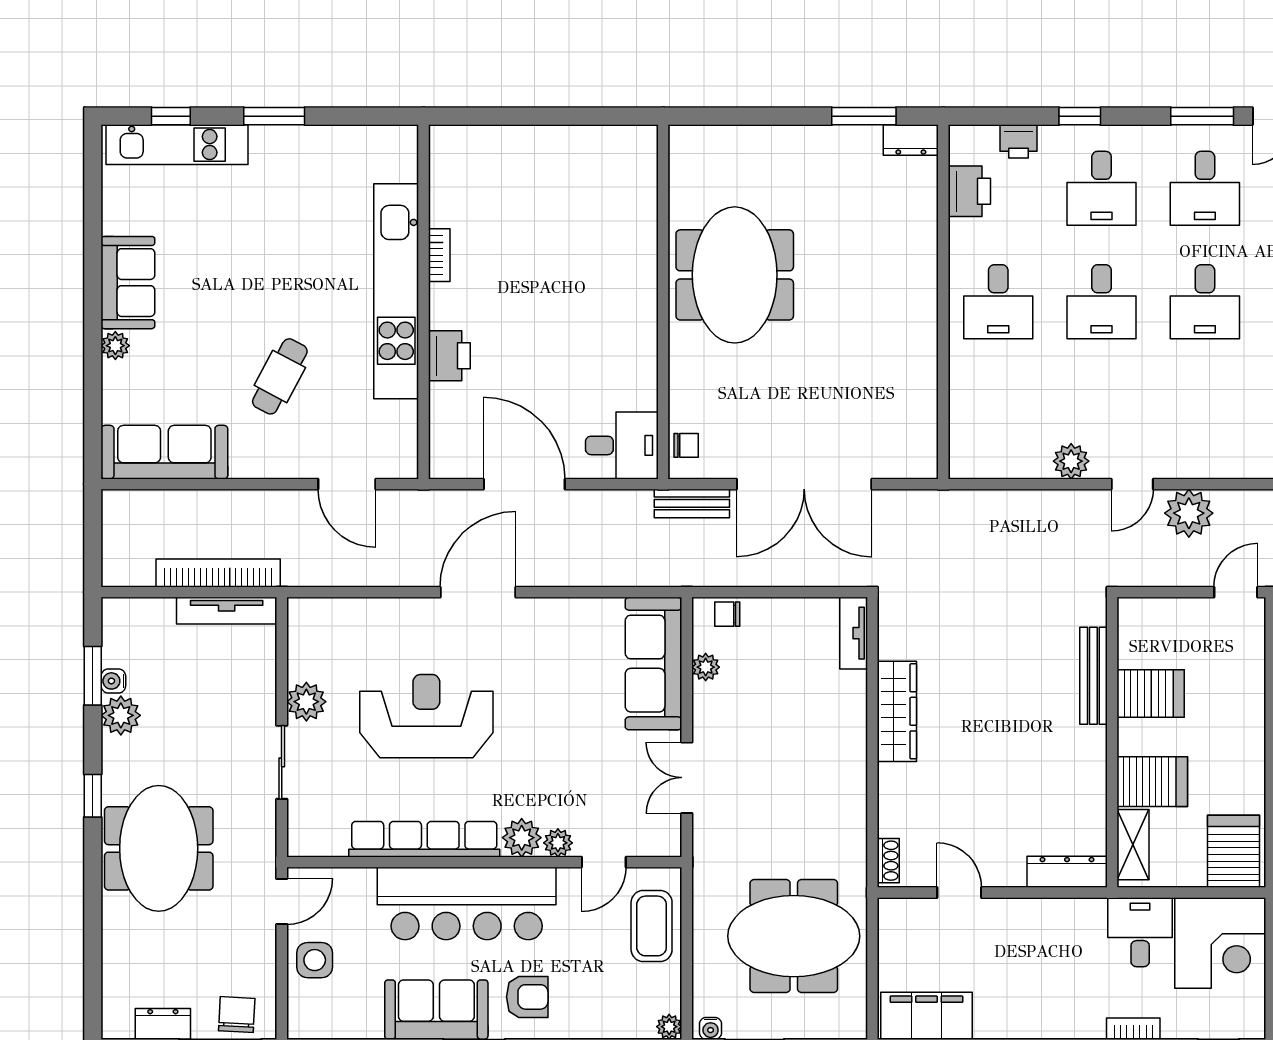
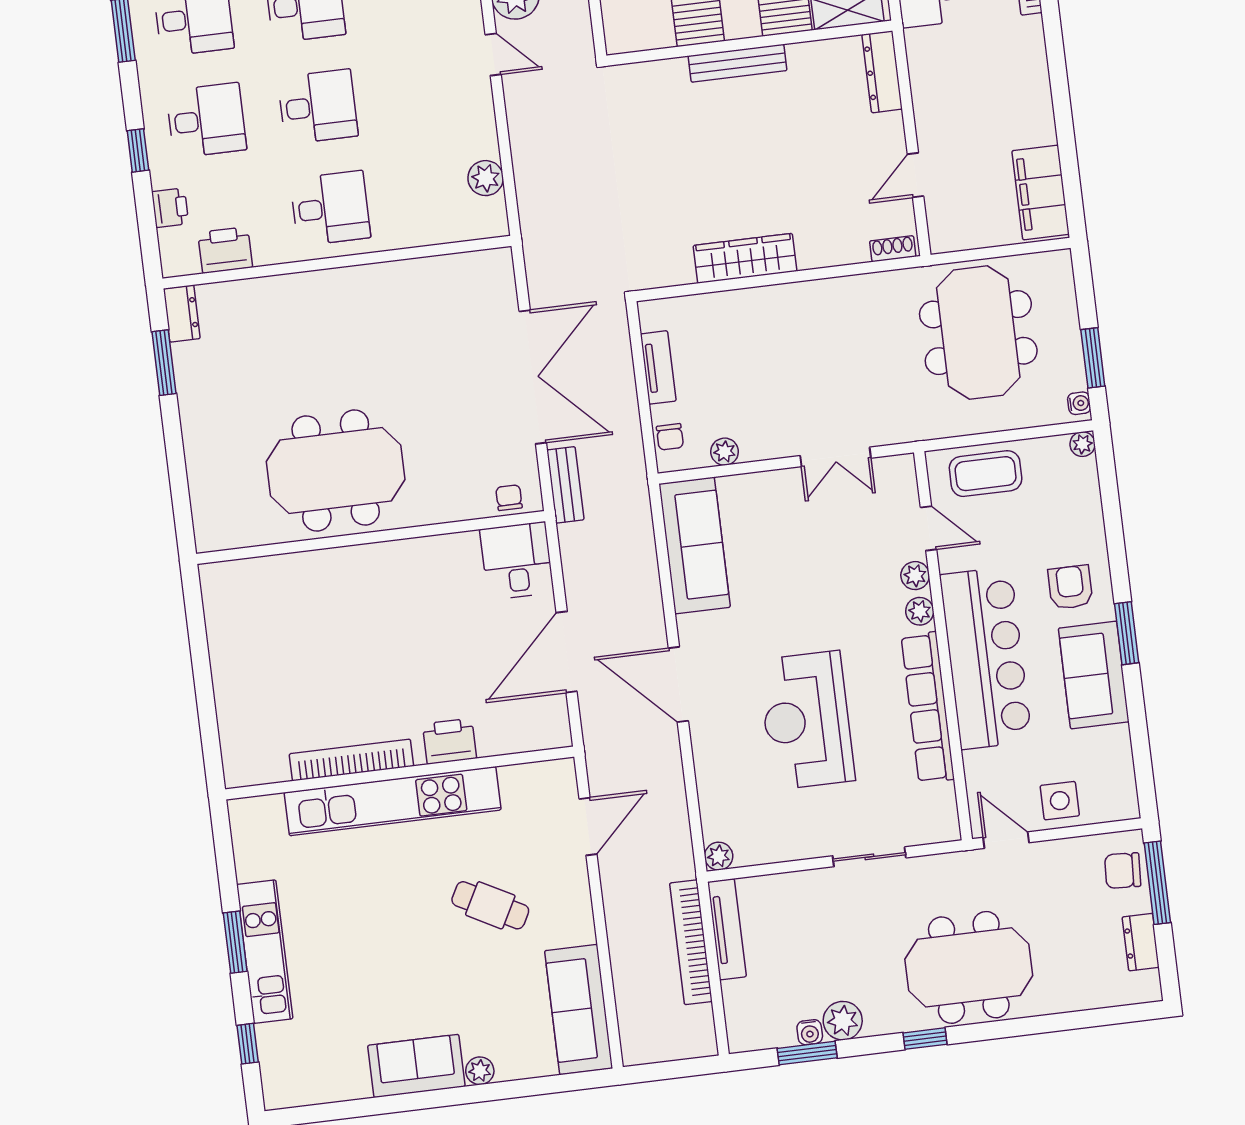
kitchen unit: (177, 145) -> (265, 952), moved
bookcase: (439, 255) -> (351, 760), width x2.31, depth x1.31
plant: (1071, 461) -> (486, 178), moved
tv unit: (854, 633) -> (658, 367), moved, turned -90
sofa: (653, 664) -> (694, 546), moved, turned -90
bench: (1093, 676) -> (737, 63), moved
plant: (306, 702) -> (719, 856), moved, width x0.73, depth x0.73
plant: (522, 838) -> (920, 611), width x0.73, depth x0.73

